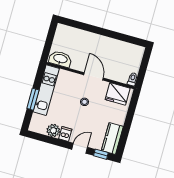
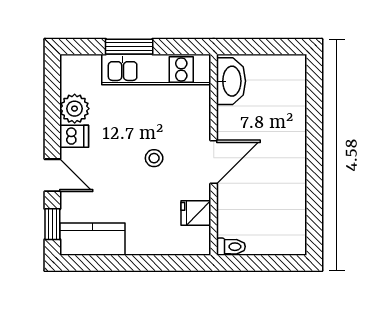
fridge: (118, 94) -> (196, 213), width x0.53, depth x0.75

